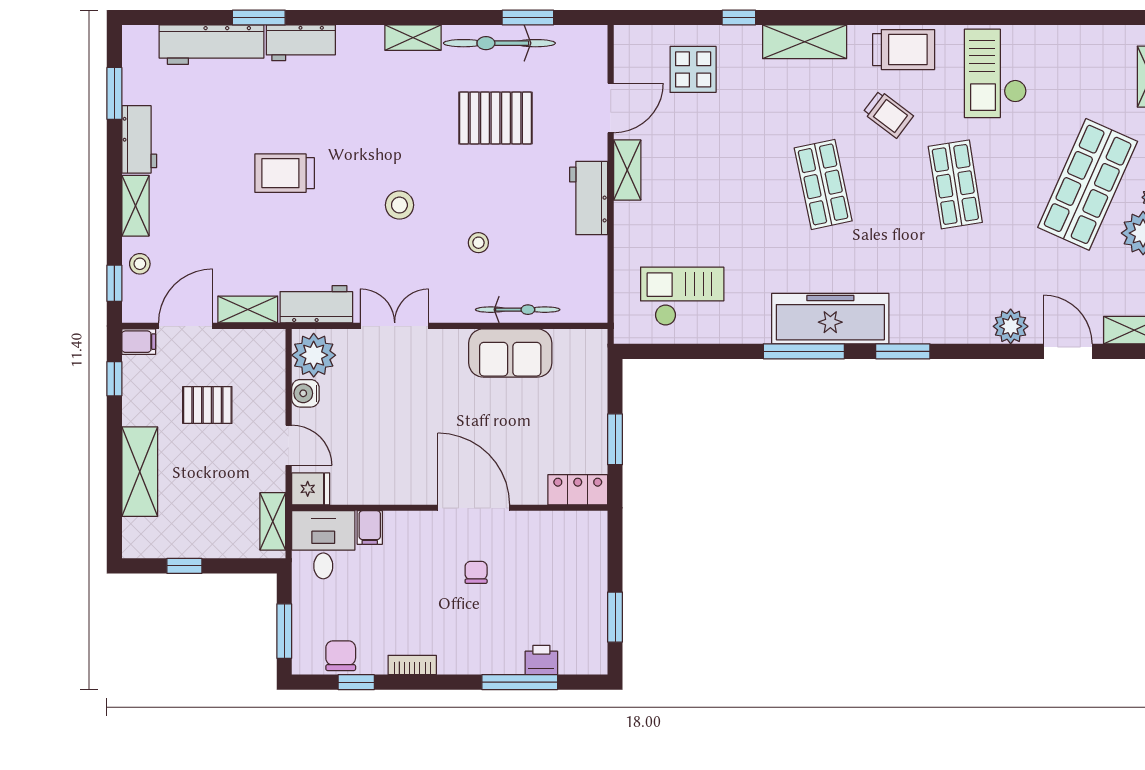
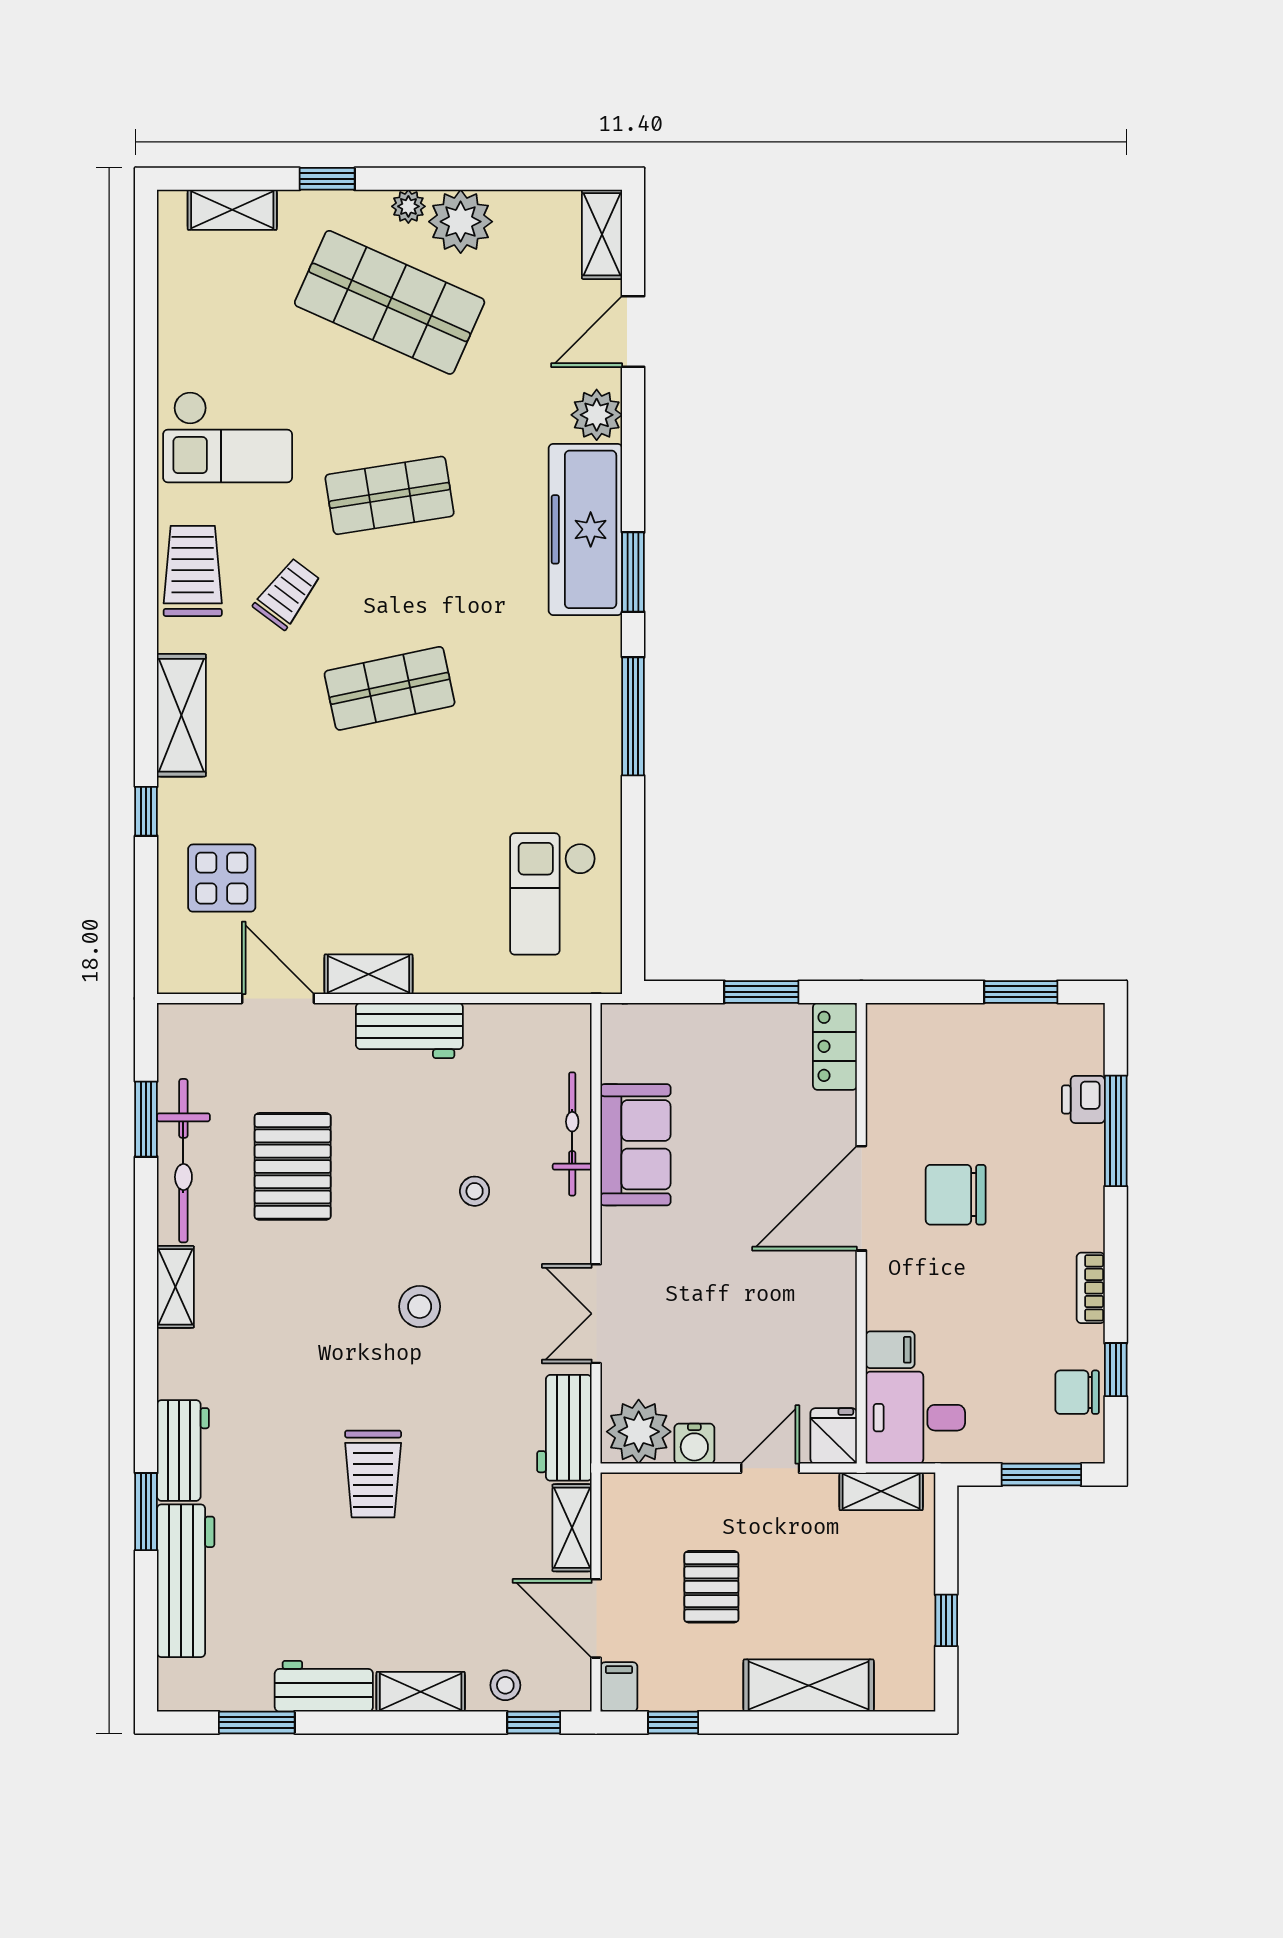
freezer: (830, 319) -> (585, 529), moved
chair: (476, 572) -> (956, 1195), width x1.87, depth x1.87

